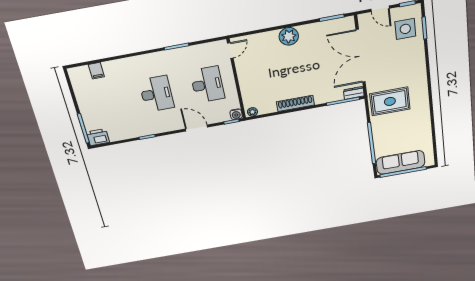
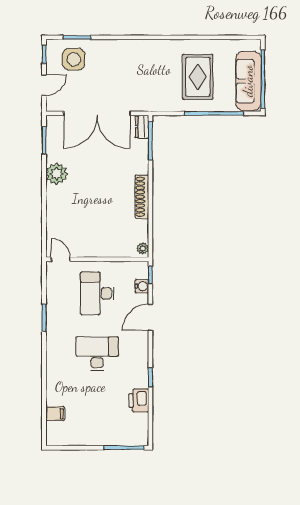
plant: (289, 36) -> (57, 174), moved
desk: (207, 85) -> (97, 293), turned -90
rug: (390, 101) -> (198, 77), moved
water cooler: (236, 114) -> (142, 286), moved
printer: (98, 137) -> (139, 401), moved

